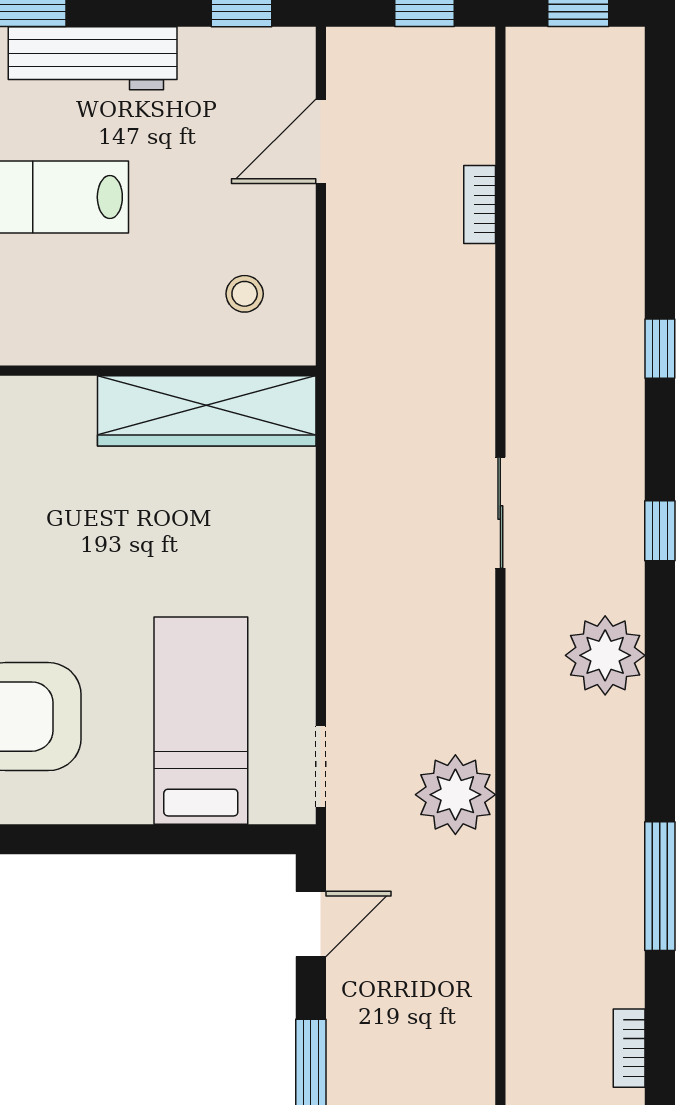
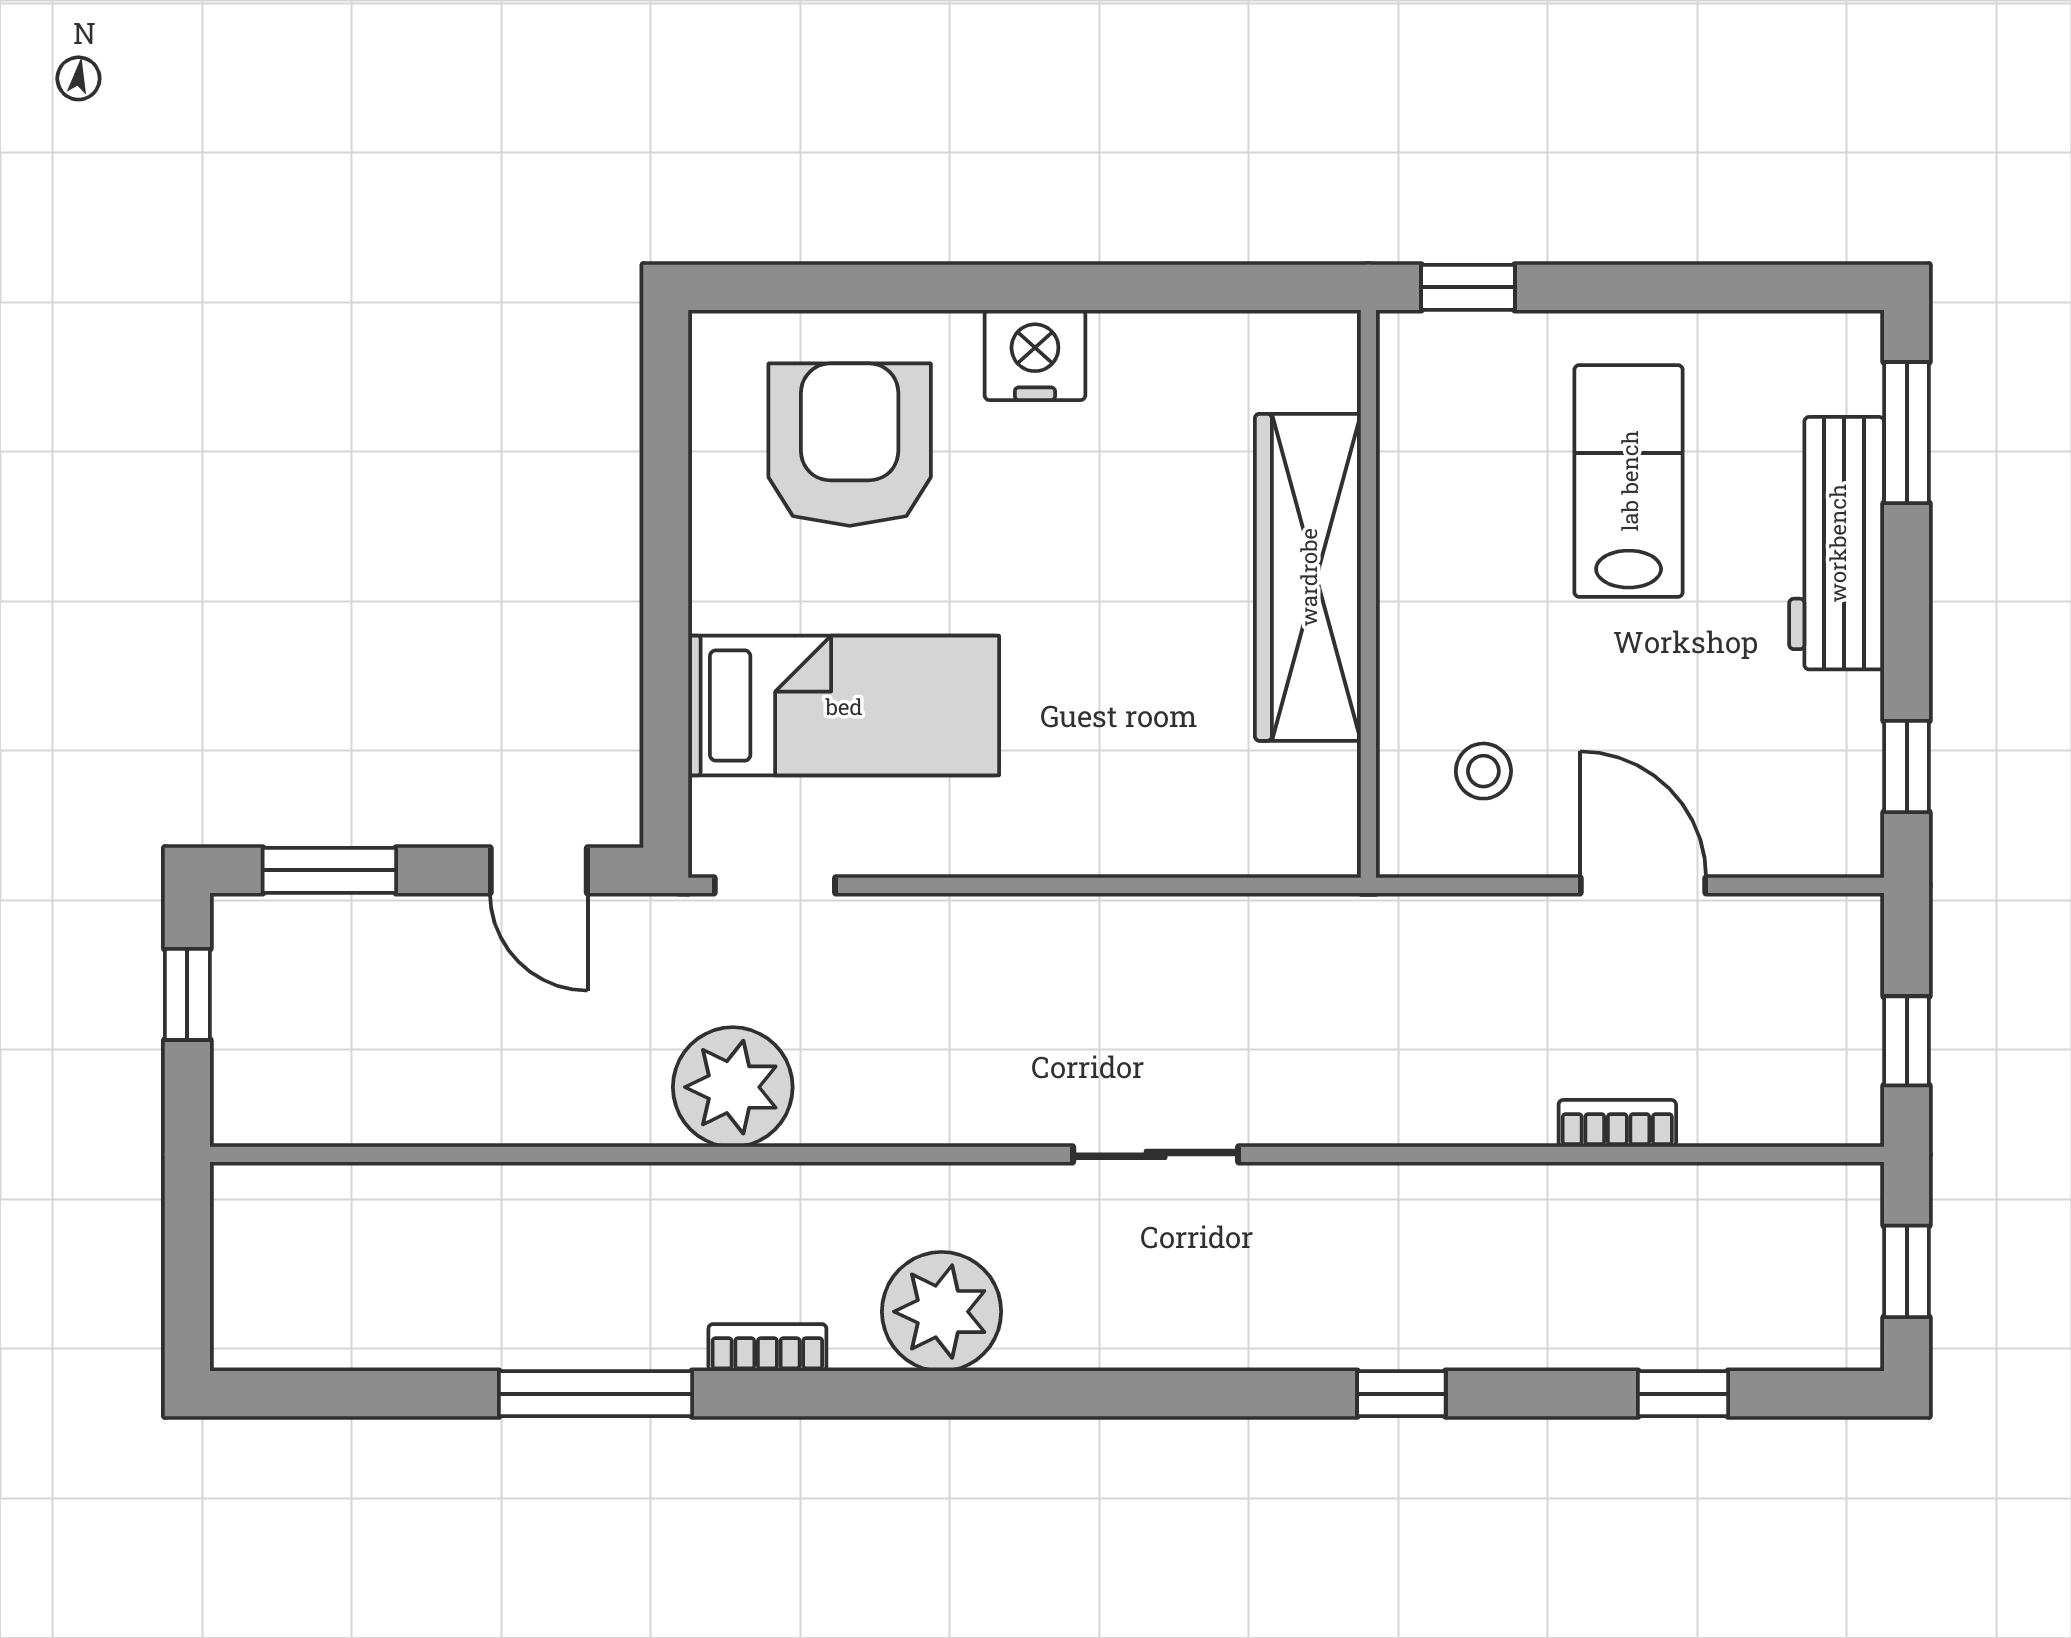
door: (321, 141) -> (1643, 885), moved
wardrobe: (207, 411) -> (1308, 577), moved
window: (660, 531) -> (1683, 1394), moved
bookcase: (629, 1048) -> (767, 1348), moved

